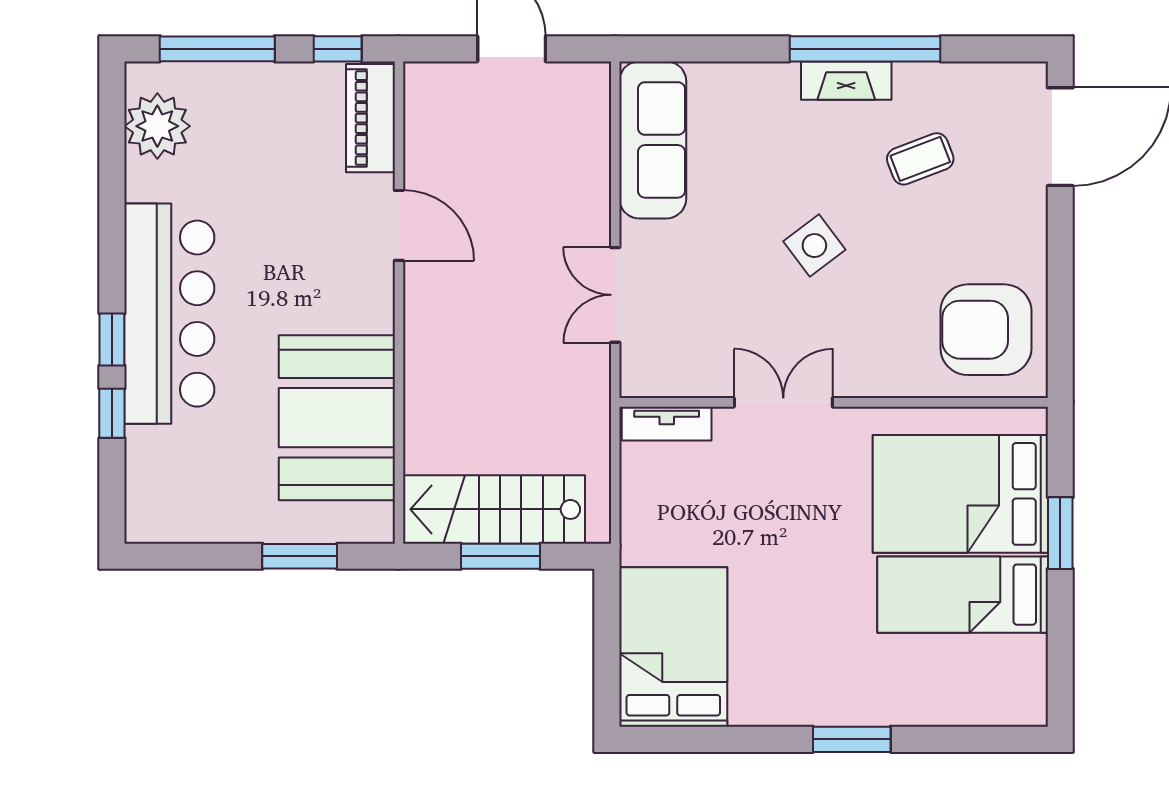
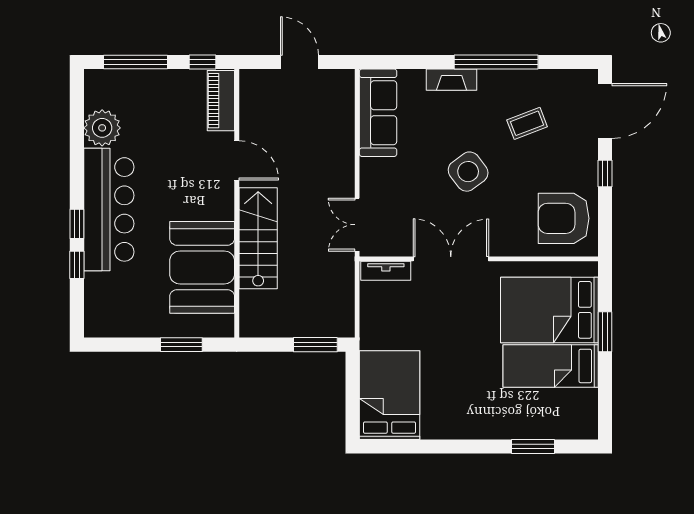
fireplace: (846, 81) -> (452, 80), moved
plant: (157, 126) -> (102, 128), moved
side table: (814, 246) -> (468, 172), width x1.37, depth x1.37
window: (1060, 249) -> (605, 174), added
double door: (615, 295) -> (357, 225), moved
double door: (783, 402) -> (451, 259), width x1.37
stairs: (494, 509) -> (258, 238), moved, turned 90
window: (500, 556) -> (315, 345), moved
window: (852, 739) -> (533, 447), moved

